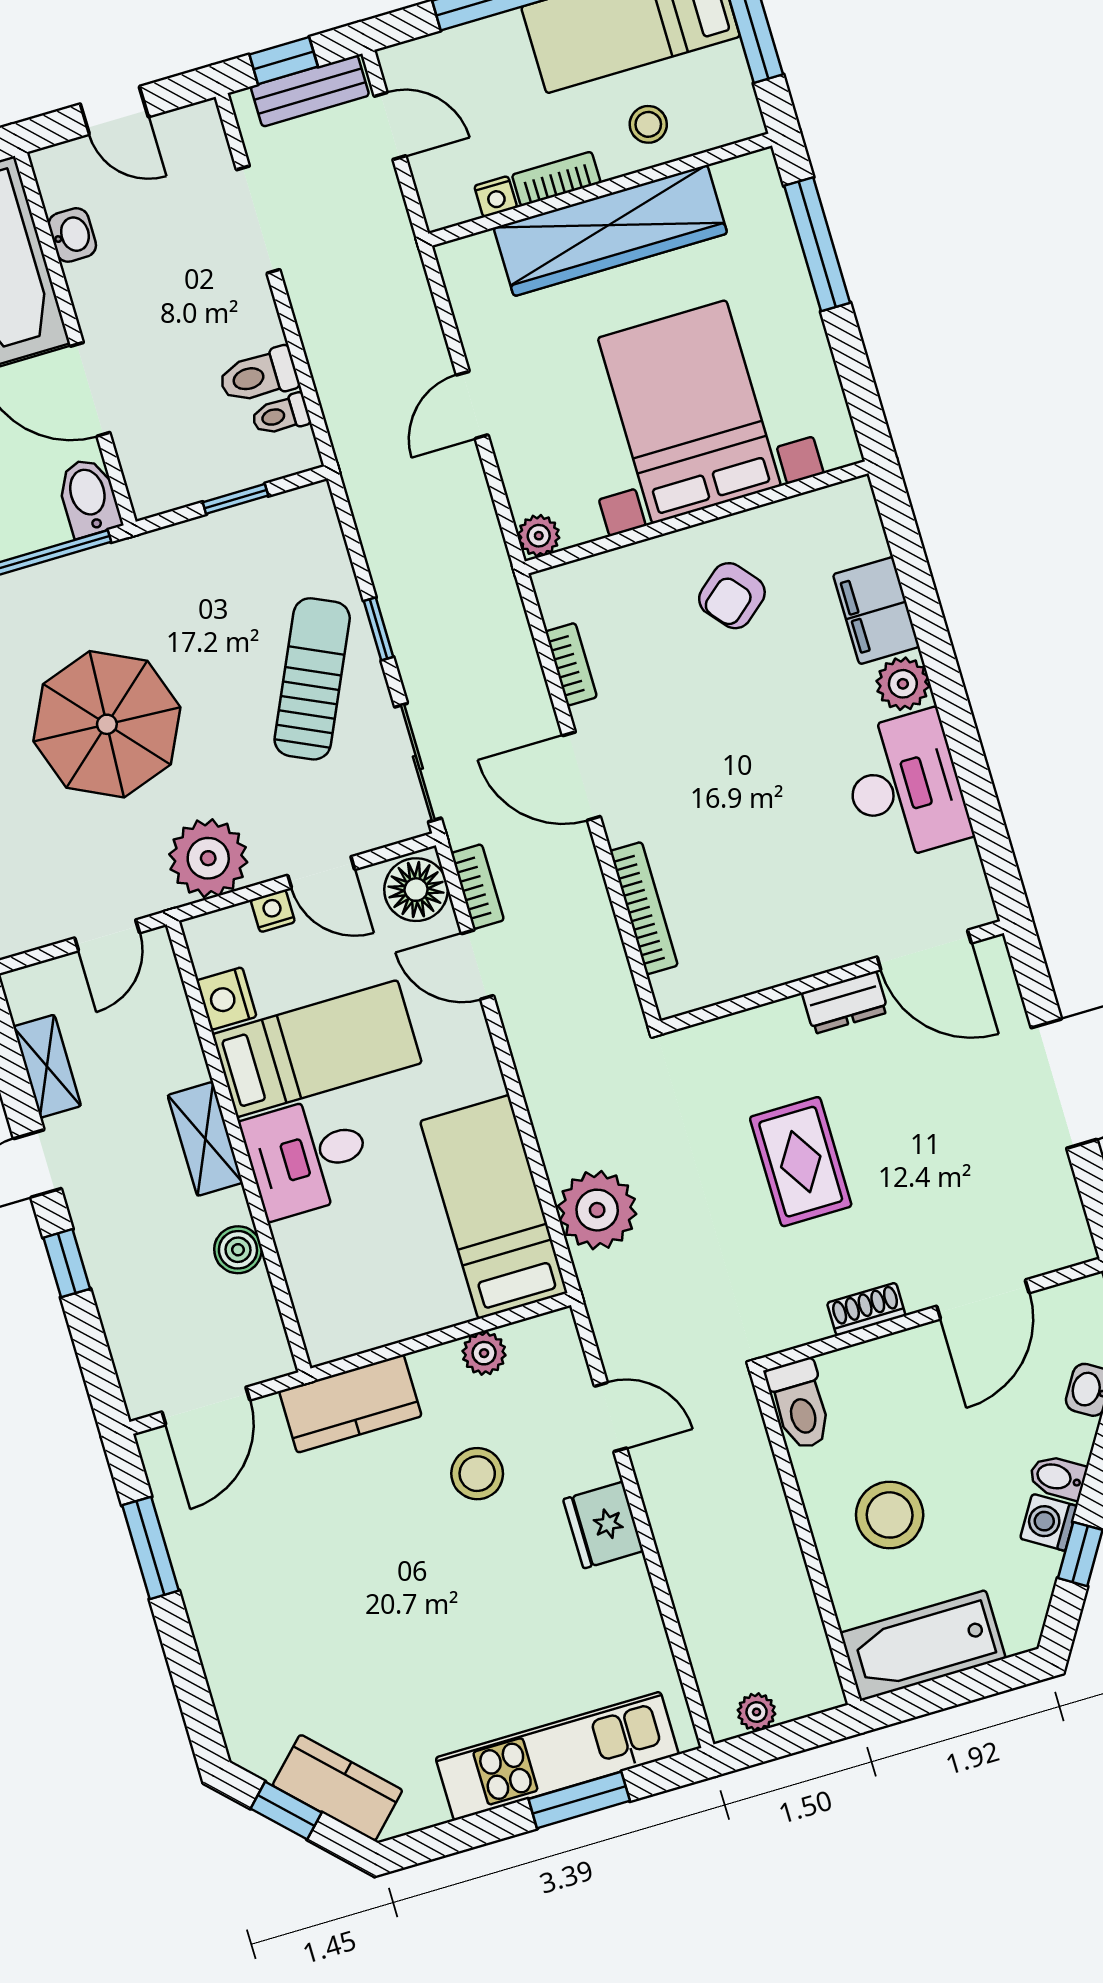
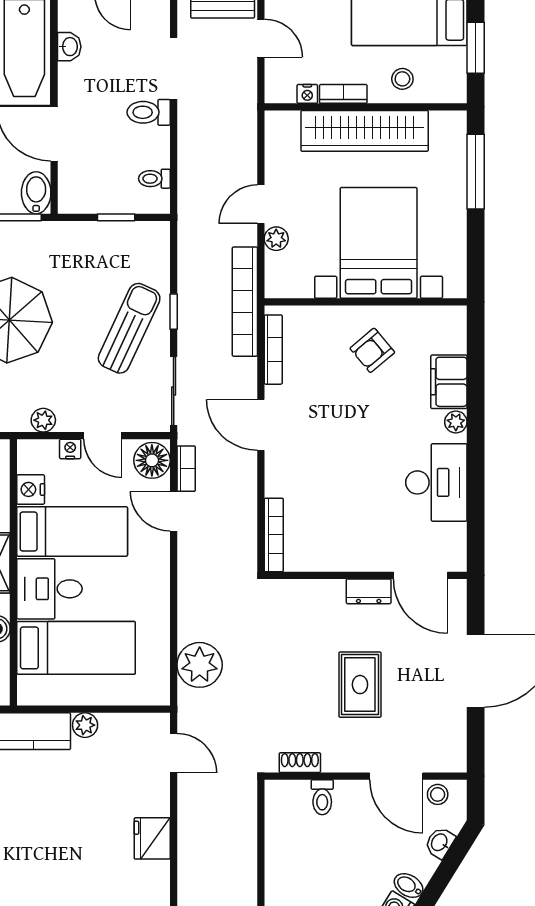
toilet: (259, 376) -> (149, 112), moved
plant: (539, 536) -> (276, 239), moved
bookcase: (494, 577) -> (245, 302), added
bookcase: (571, 664) -> (273, 350), width x1.56
plant: (903, 684) -> (456, 422), width x0.73, depth x0.73
plant: (208, 858) -> (43, 420), width x0.53, depth x0.53
bookcase: (644, 908) -> (274, 535), moved
rug: (801, 1162) -> (360, 685), moved
bed: (494, 1207) -> (76, 648), moved, turned 90
door: (983, 1299) -> (396, 776), hinge flipped
shoe rack: (866, 1309) -> (300, 763), moved
plant: (484, 1353) -> (85, 725), moved
toilet: (800, 1404) -> (322, 797), moved, width x0.73, depth x0.72
door: (611, 1417) -> (174, 753), moved
stool: (477, 1474) -> (91, 790), removed
stool: (890, 1515) -> (438, 794), moved, width x0.53, depth x0.53

